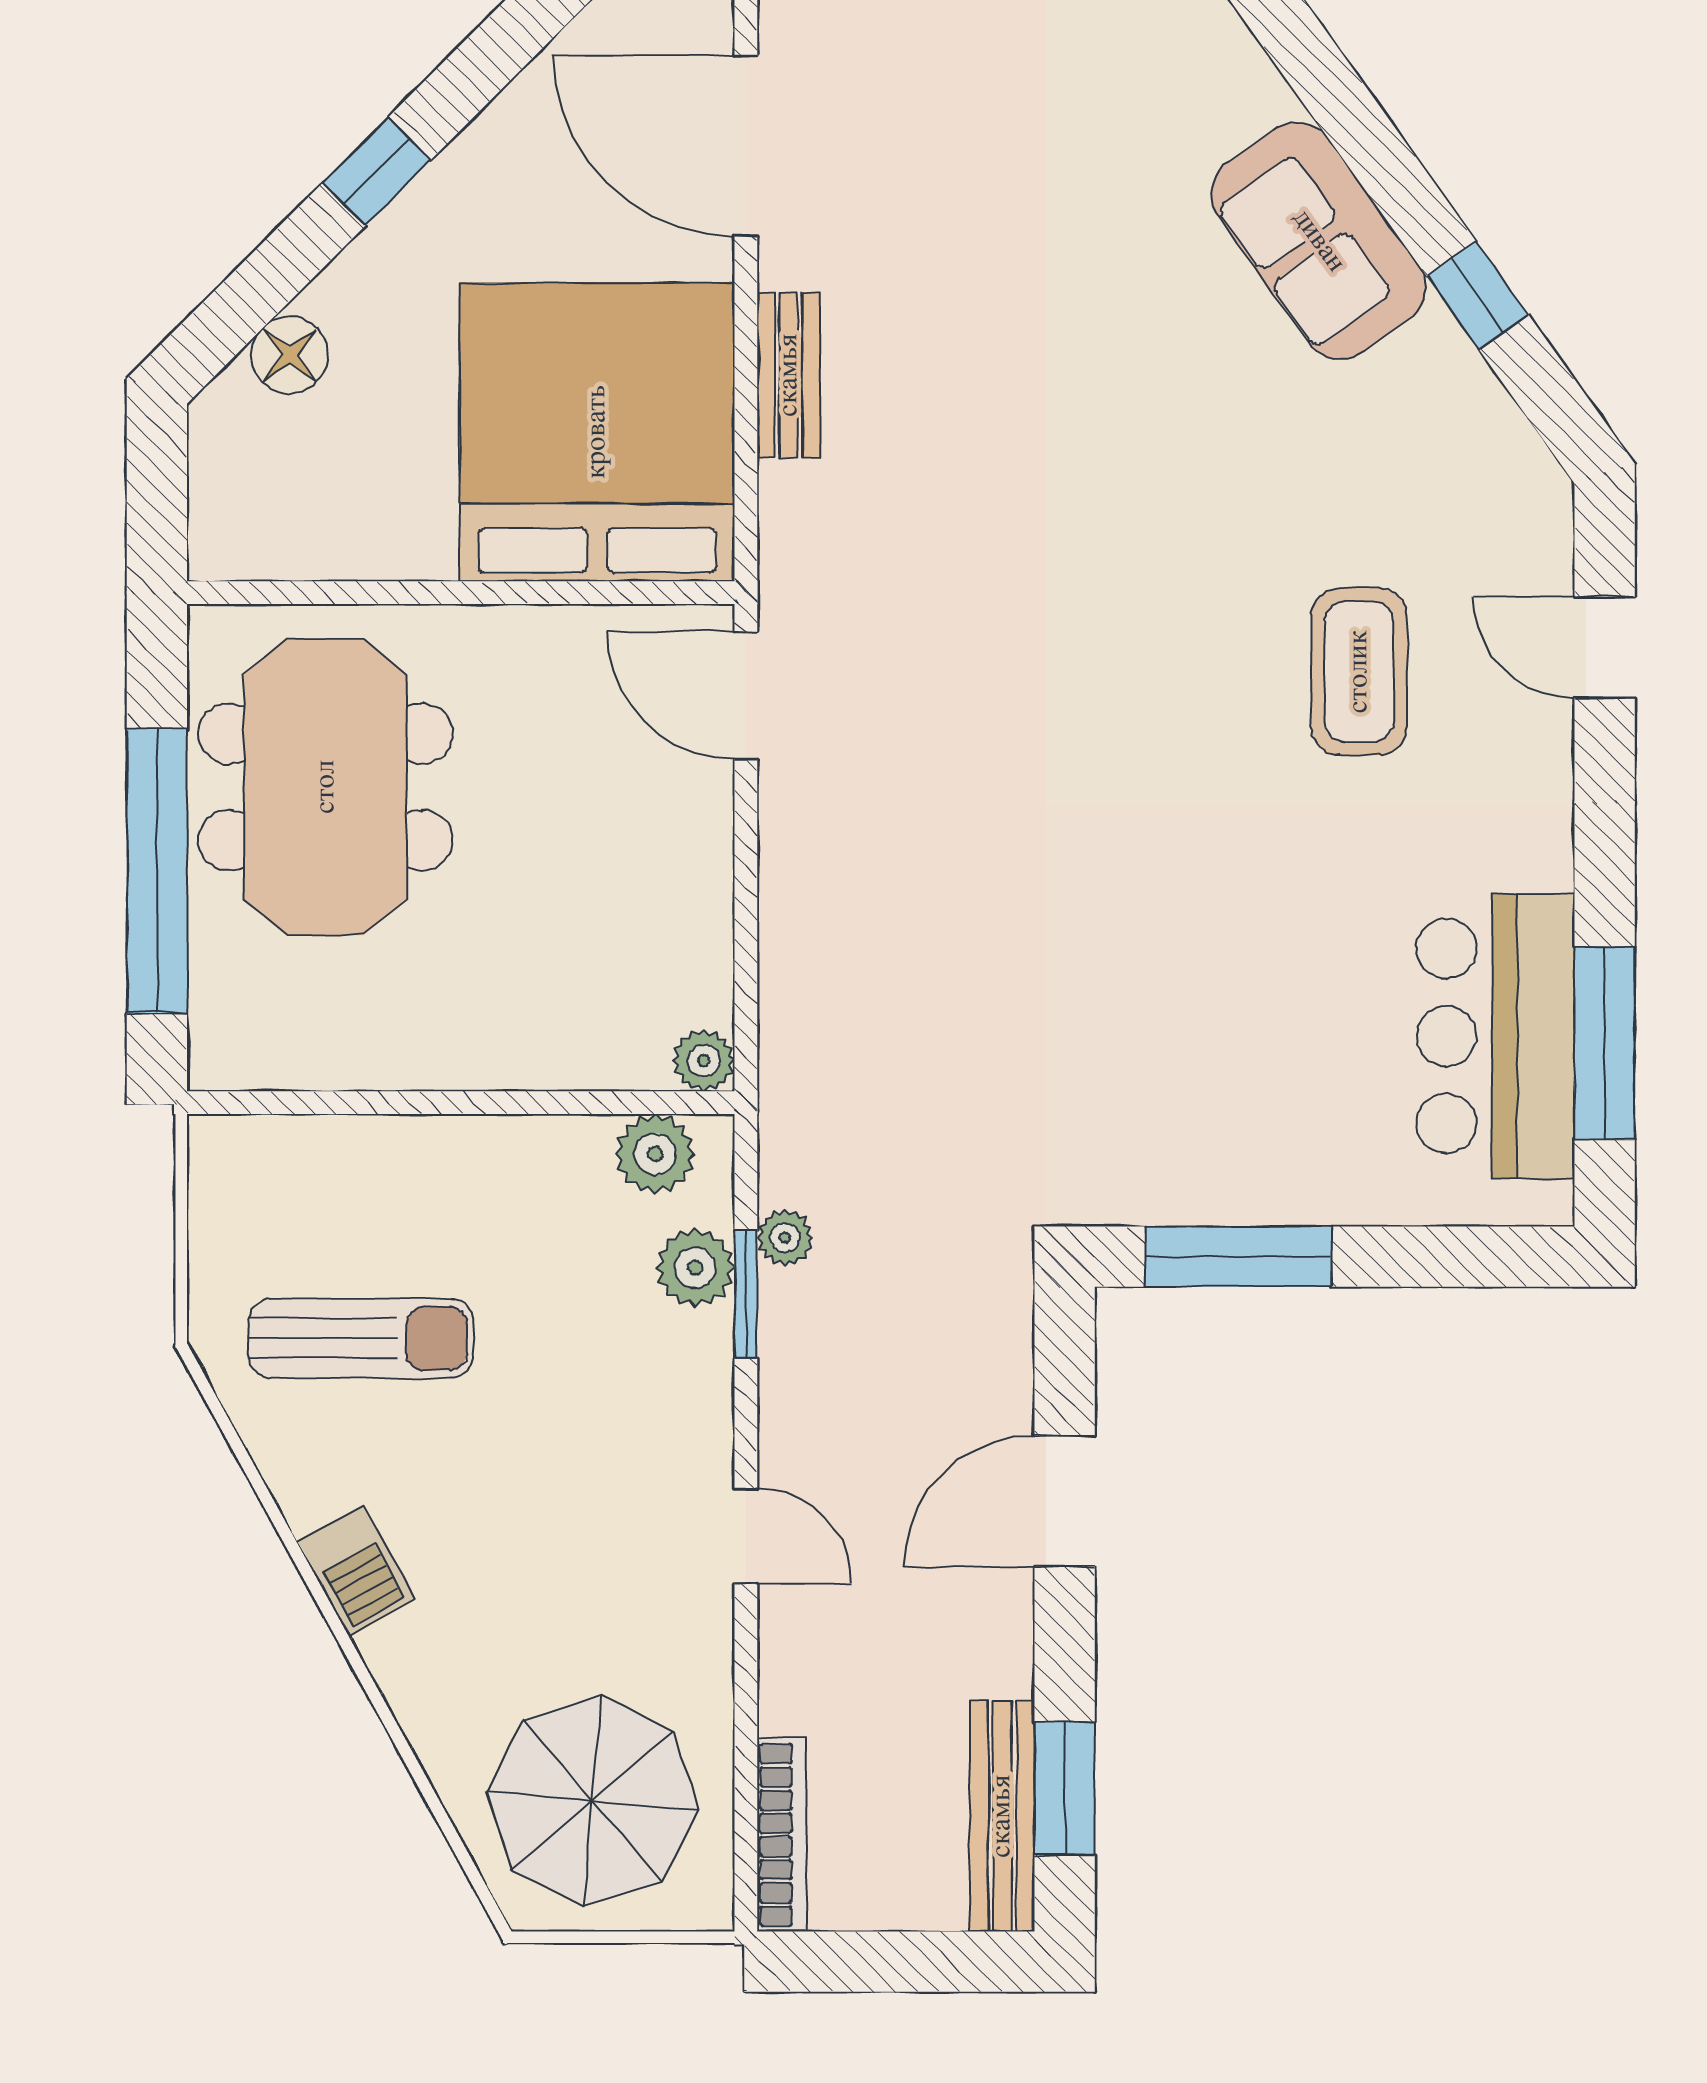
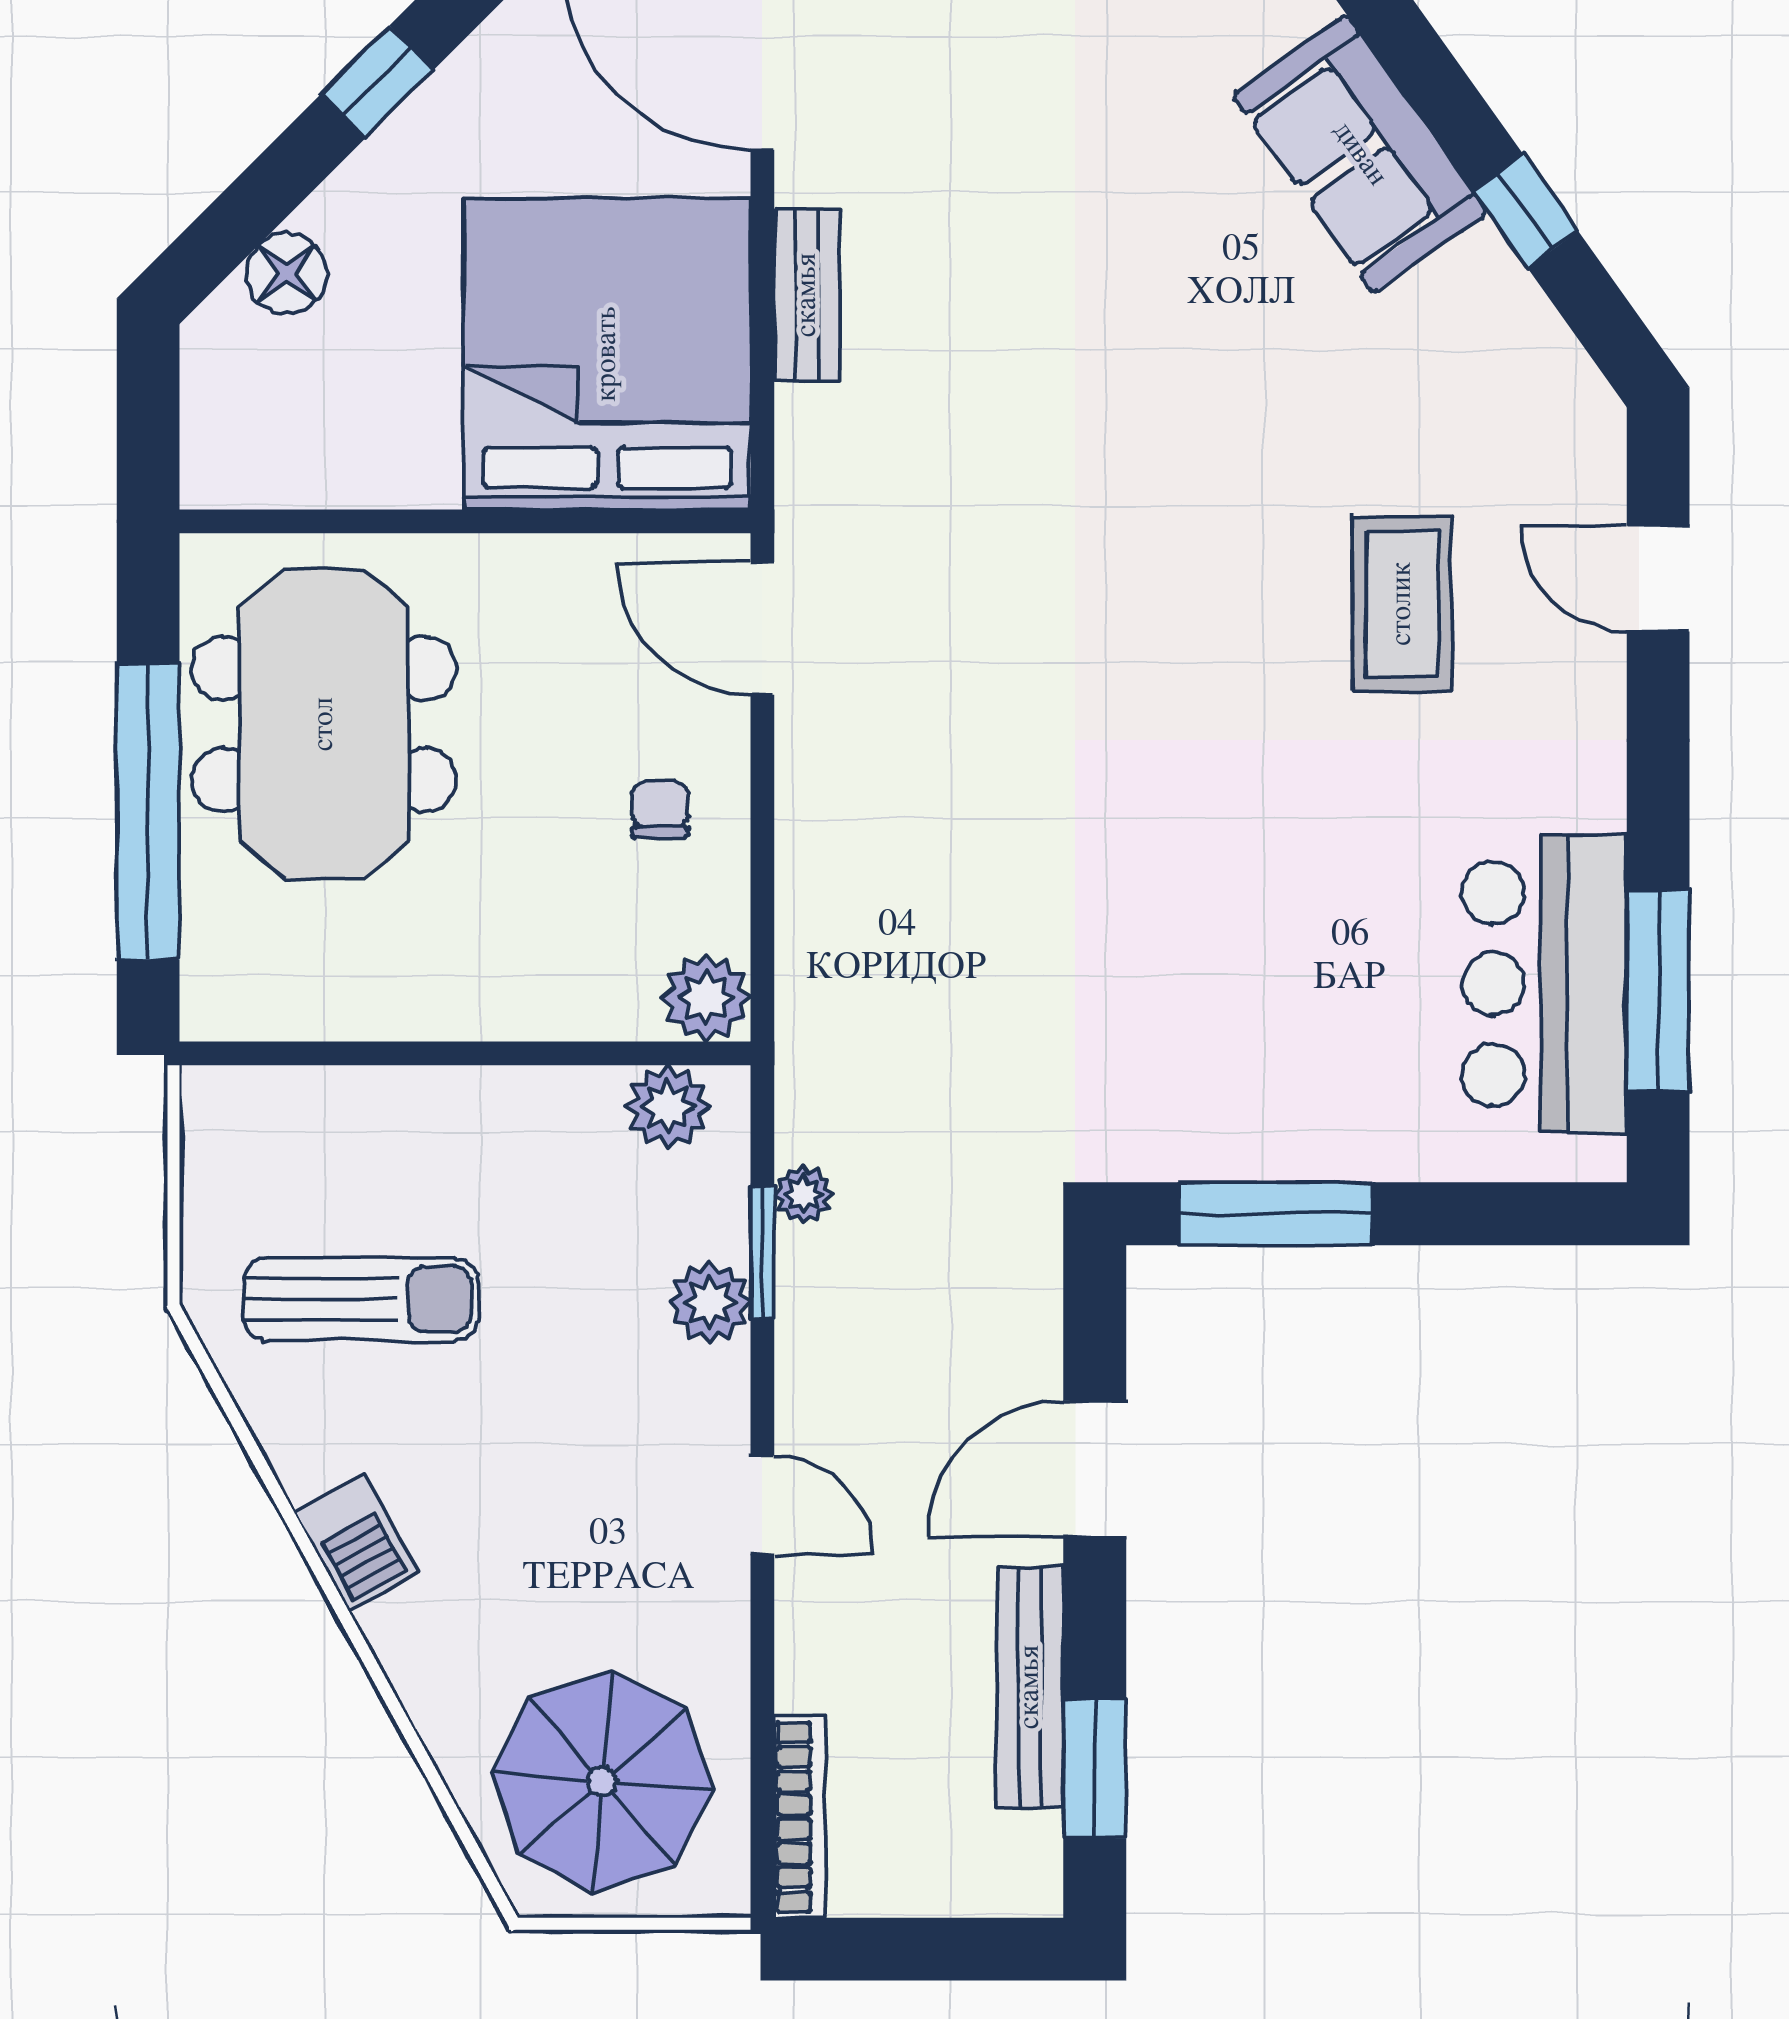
chair: (648, 869) -> (660, 810), added
plant: (704, 1061) -> (706, 997), width x1.38, depth x1.38
plant: (695, 1268) -> (710, 1302), moved
bench: (1002, 1816) -> (1030, 1687), moved

